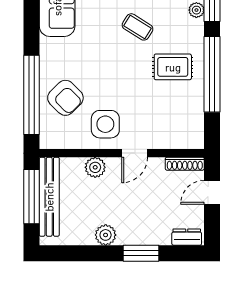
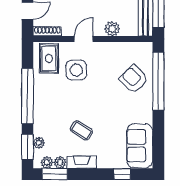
rug: (173, 67) -> (49, 58), moved, turned 90
side table: (105, 124) -> (76, 70), moved

